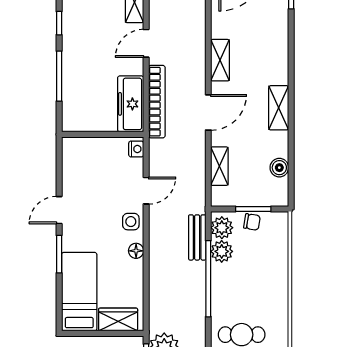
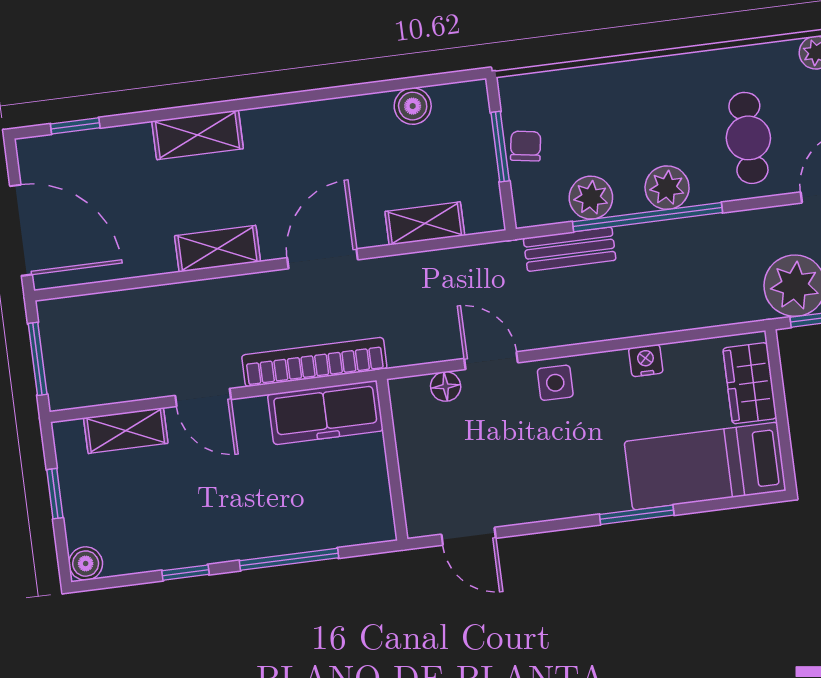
shelving: (279, 108) -> (198, 135), moved
door: (208, 112) -> (323, 259), hinge flipped
nightstand: (136, 149) -> (646, 361), moved
door: (59, 210) -> (469, 536), moved
plant: (222, 228) -> (667, 188), moved
floor lamp: (136, 251) -> (446, 386), moved

